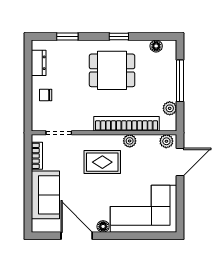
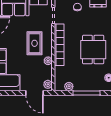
bookcase: (127, 124) -> (59, 45), moved

